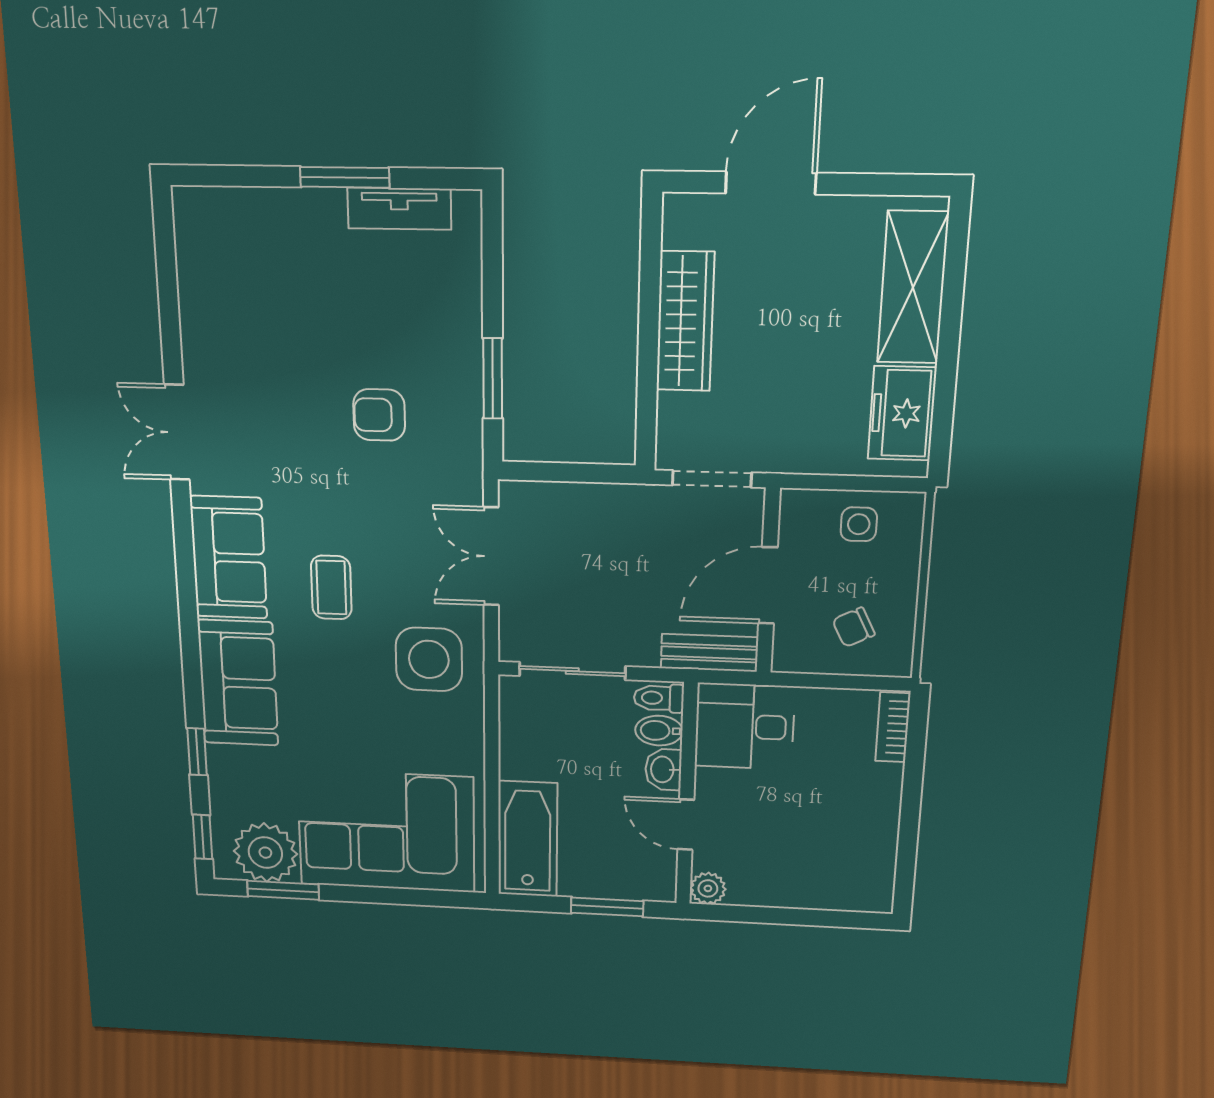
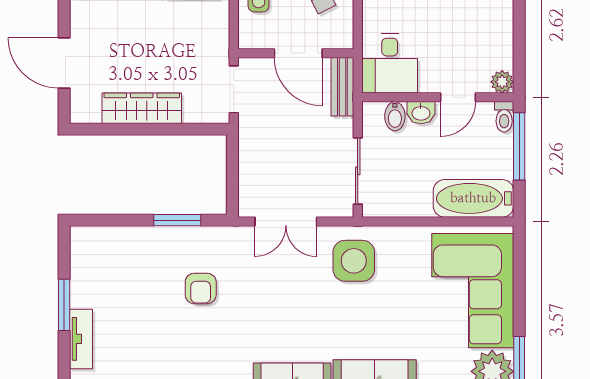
tv unit: (399, 209) -> (81, 339), moved
coffee table: (331, 587) -> (309, 321), removed
toilet: (659, 698) -> (504, 117), moved
window: (607, 907) -> (519, 146), width x1.44

